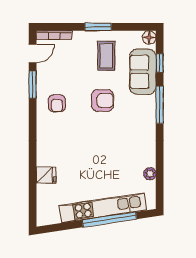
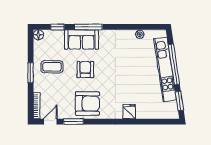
door: (33, 54) -> (50, 122), hinge flipped
sofa: (143, 72) -> (81, 40), moved
armchair: (57, 103) -> (87, 104), width x1.88, depth x1.88
fridge: (46, 175) -> (129, 112), moved
window: (60, 227) -> (179, 101), added

